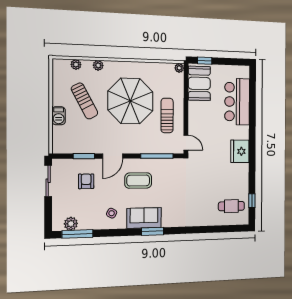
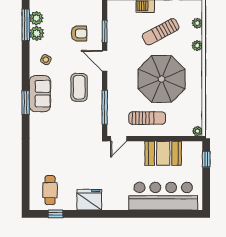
booth: (199, 83) -> (163, 153), moved
bar counter: (237, 102) -> (163, 196), width x1.36
fridge: (240, 151) -> (89, 200), moved
plant: (86, 223) -> (37, 33), added

